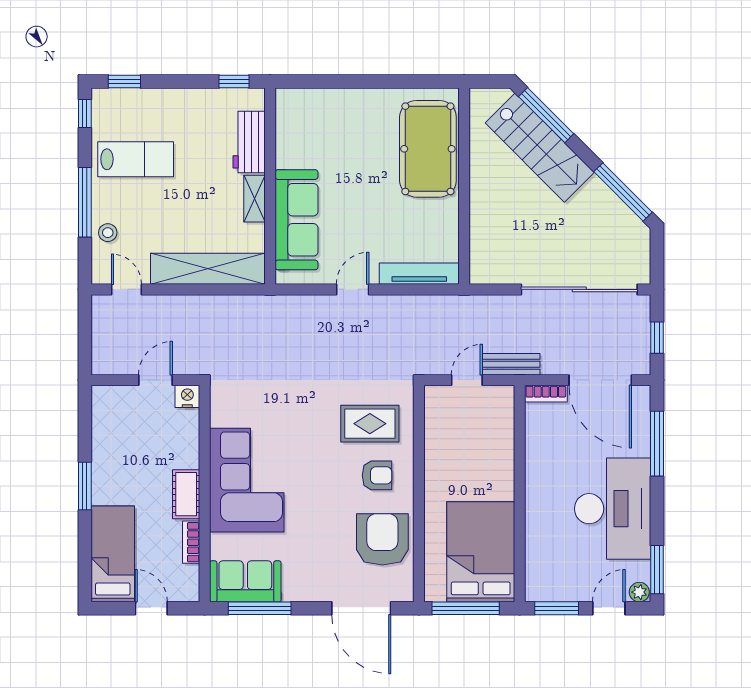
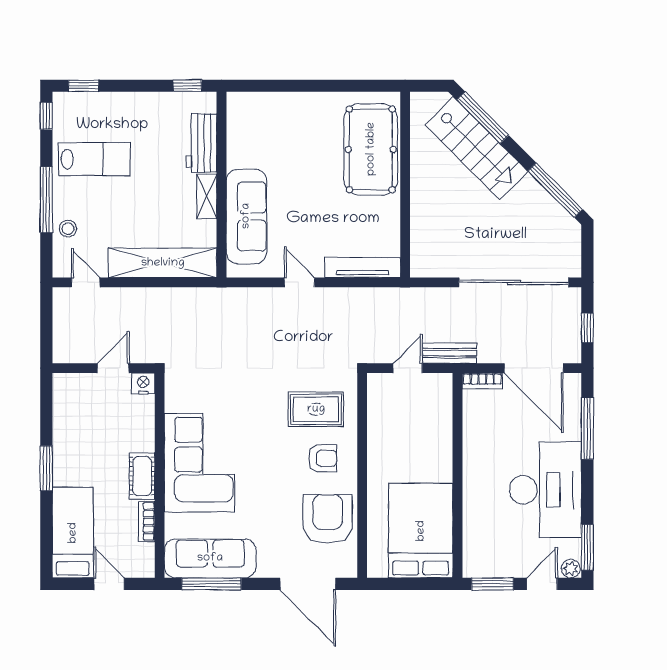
door: (353, 289) -> (300, 282), hinge flipped
sofa: (245, 581) -> (210, 558), width x1.36
window: (466, 608) -> (406, 584), removed

